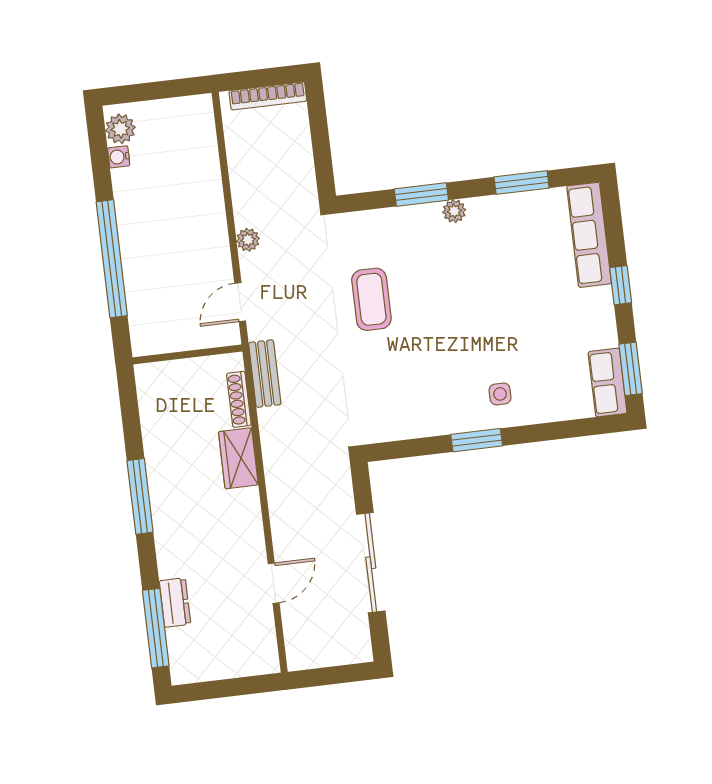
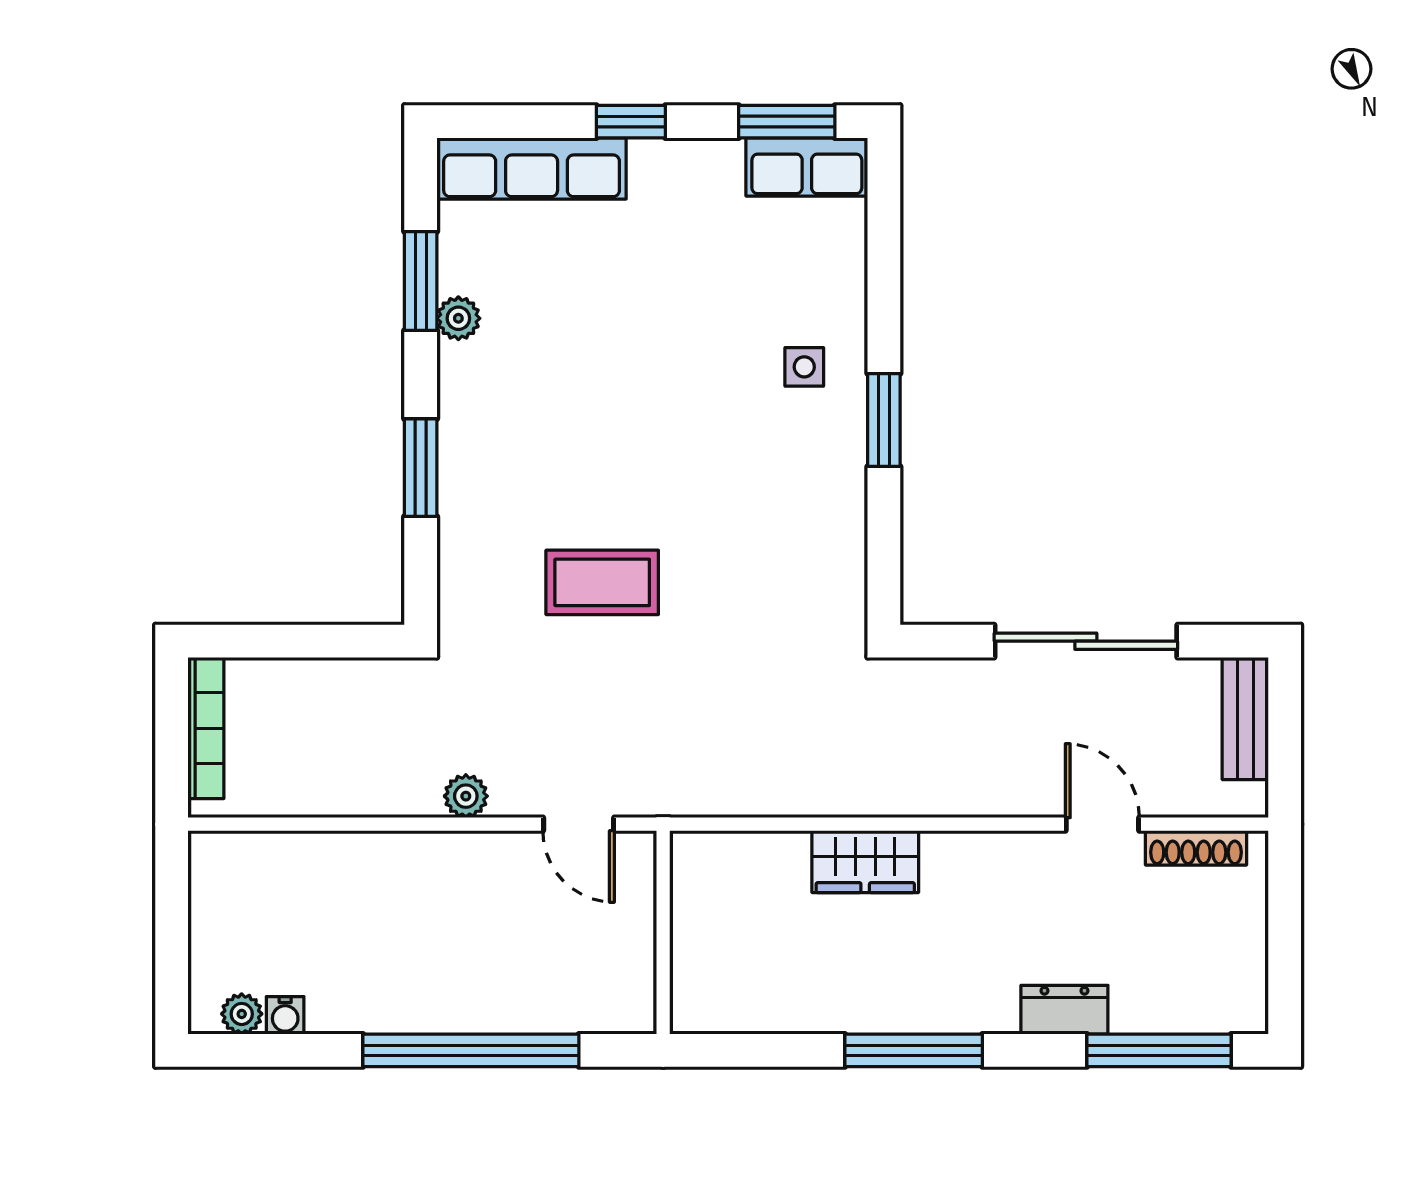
plant: (120, 129) -> (242, 1014), width x0.73, depth x0.73
plant: (454, 211) -> (458, 318), moved
bench: (265, 374) -> (1245, 719), moved, turned 90
shoe rack: (239, 399) -> (1196, 848), moved
dresser: (175, 603) -> (1064, 1010), moved

